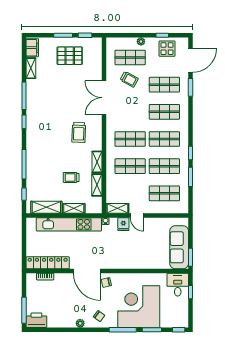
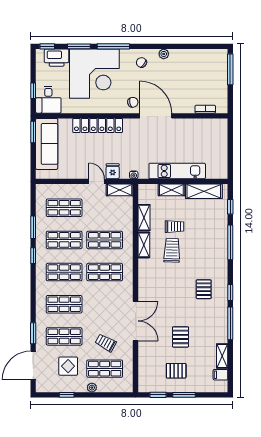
filing cabinet: (32, 48) -> (220, 375), width x0.50
display table: (167, 49) -> (68, 366), moved
pallet: (70, 56) -> (176, 371), width x0.67, depth x0.71
pallet: (66, 84) -> (180, 337), added
pallet: (46, 125) -> (204, 289), added
trolley: (79, 132) -> (172, 250), moved
kitchen unit: (69, 224) -> (177, 171), width x0.73
locker: (48, 263) -> (98, 126), moved
printer: (36, 320) -> (57, 58), moved

